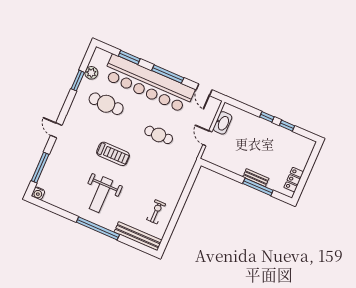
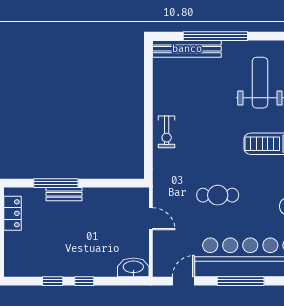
door: (204, 90) -> (183, 281), hinge flipped
washbasin: (223, 123) -> (133, 267), moved, turned 90
exercise bike: (156, 212) -> (167, 132), moved
window: (98, 228) -> (215, 36), moved

